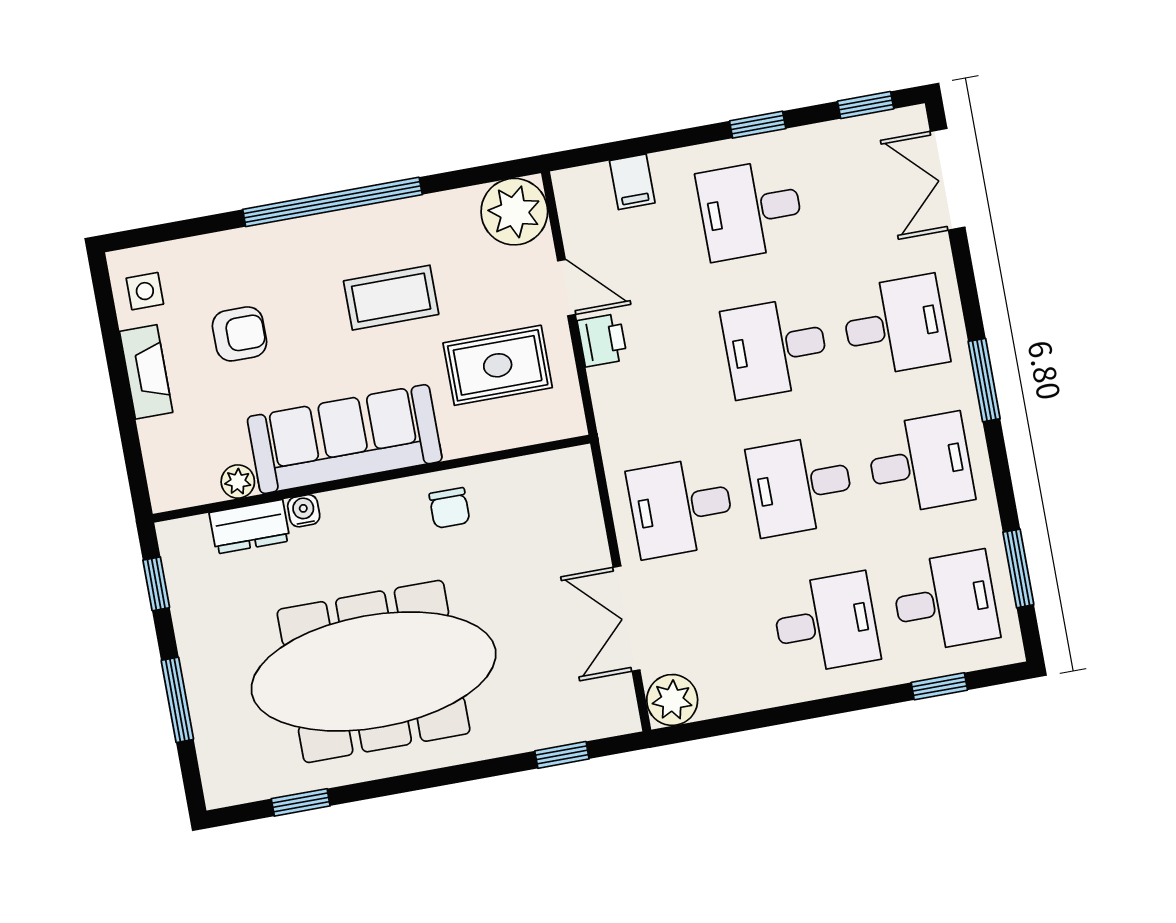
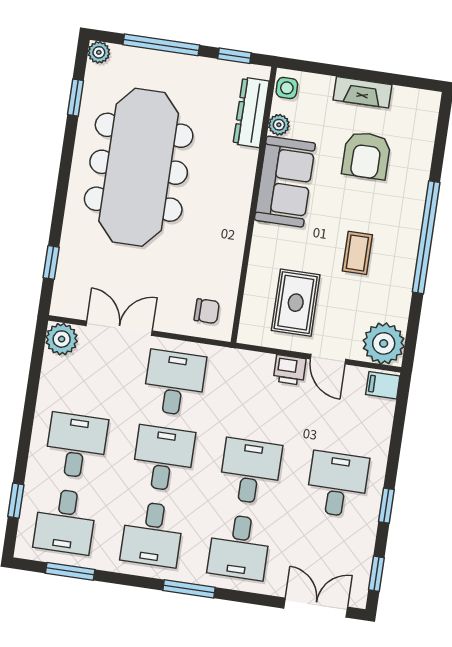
filing cabinet: (632, 182) -> (383, 385), moved
door: (566, 288) -> (328, 359), hinge flipped
side table: (145, 291) -> (287, 88), moved
coffee table: (391, 298) -> (357, 253), width x0.73, depth x0.77
armchair: (240, 334) -> (366, 155), width x1.38, depth x1.38
sofa: (345, 439) -> (285, 182), width x0.73
chair: (449, 508) -> (207, 311), moved, turned 180
water cooler: (304, 511) -> (248, 158), removed
dresser: (250, 527) -> (251, 112), width x1.44
desk: (826, 623) -> (76, 446), turned 180
window: (177, 700) -> (161, 45), width x1.44
plant: (221, 790) -> (99, 52), added

